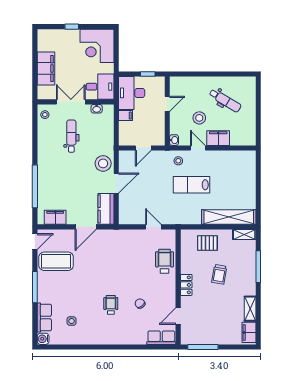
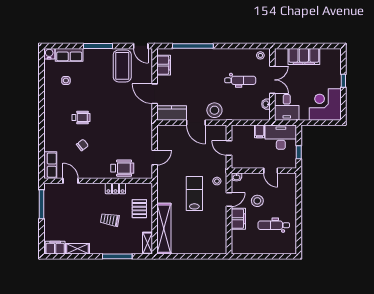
dental chair: (225, 100) -> (274, 225), turned 59
locker: (186, 285) -> (115, 189), moved

